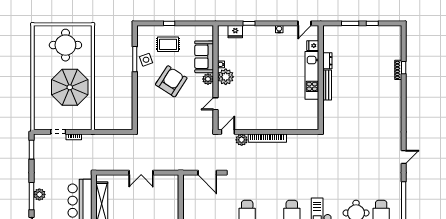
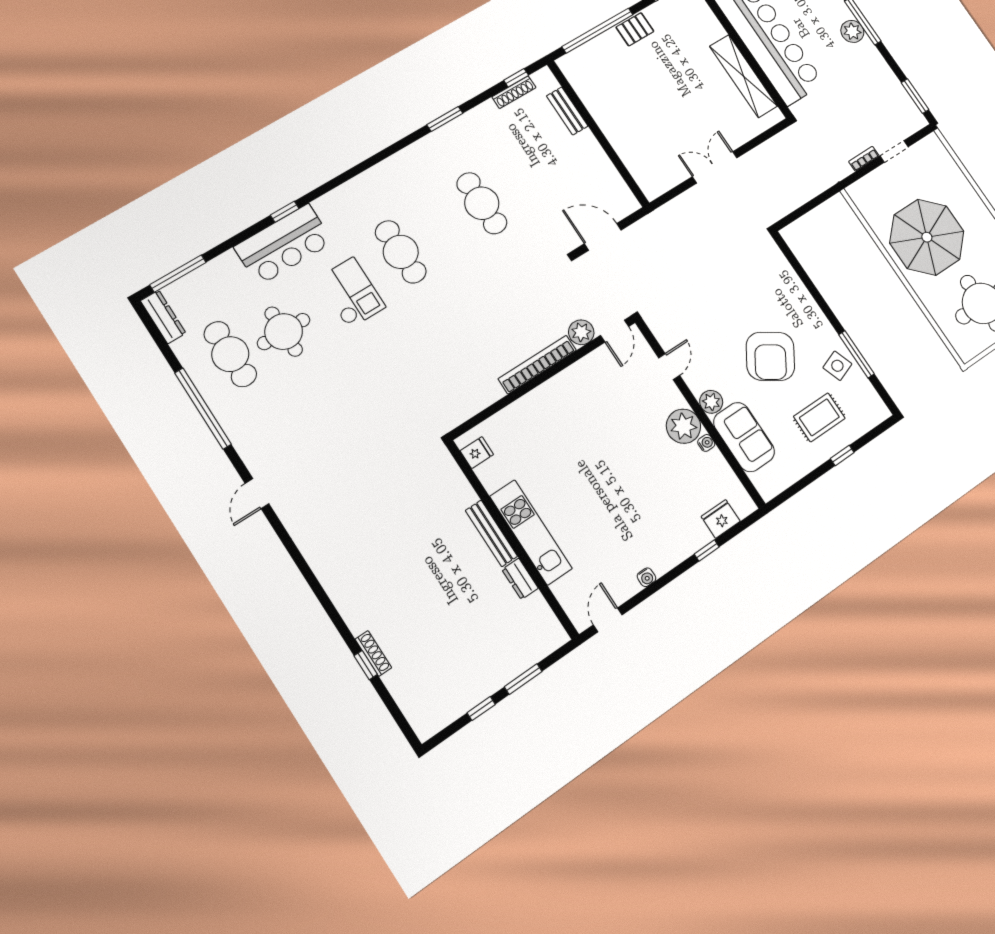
fridge: (313, 46) -> (477, 453), moved

